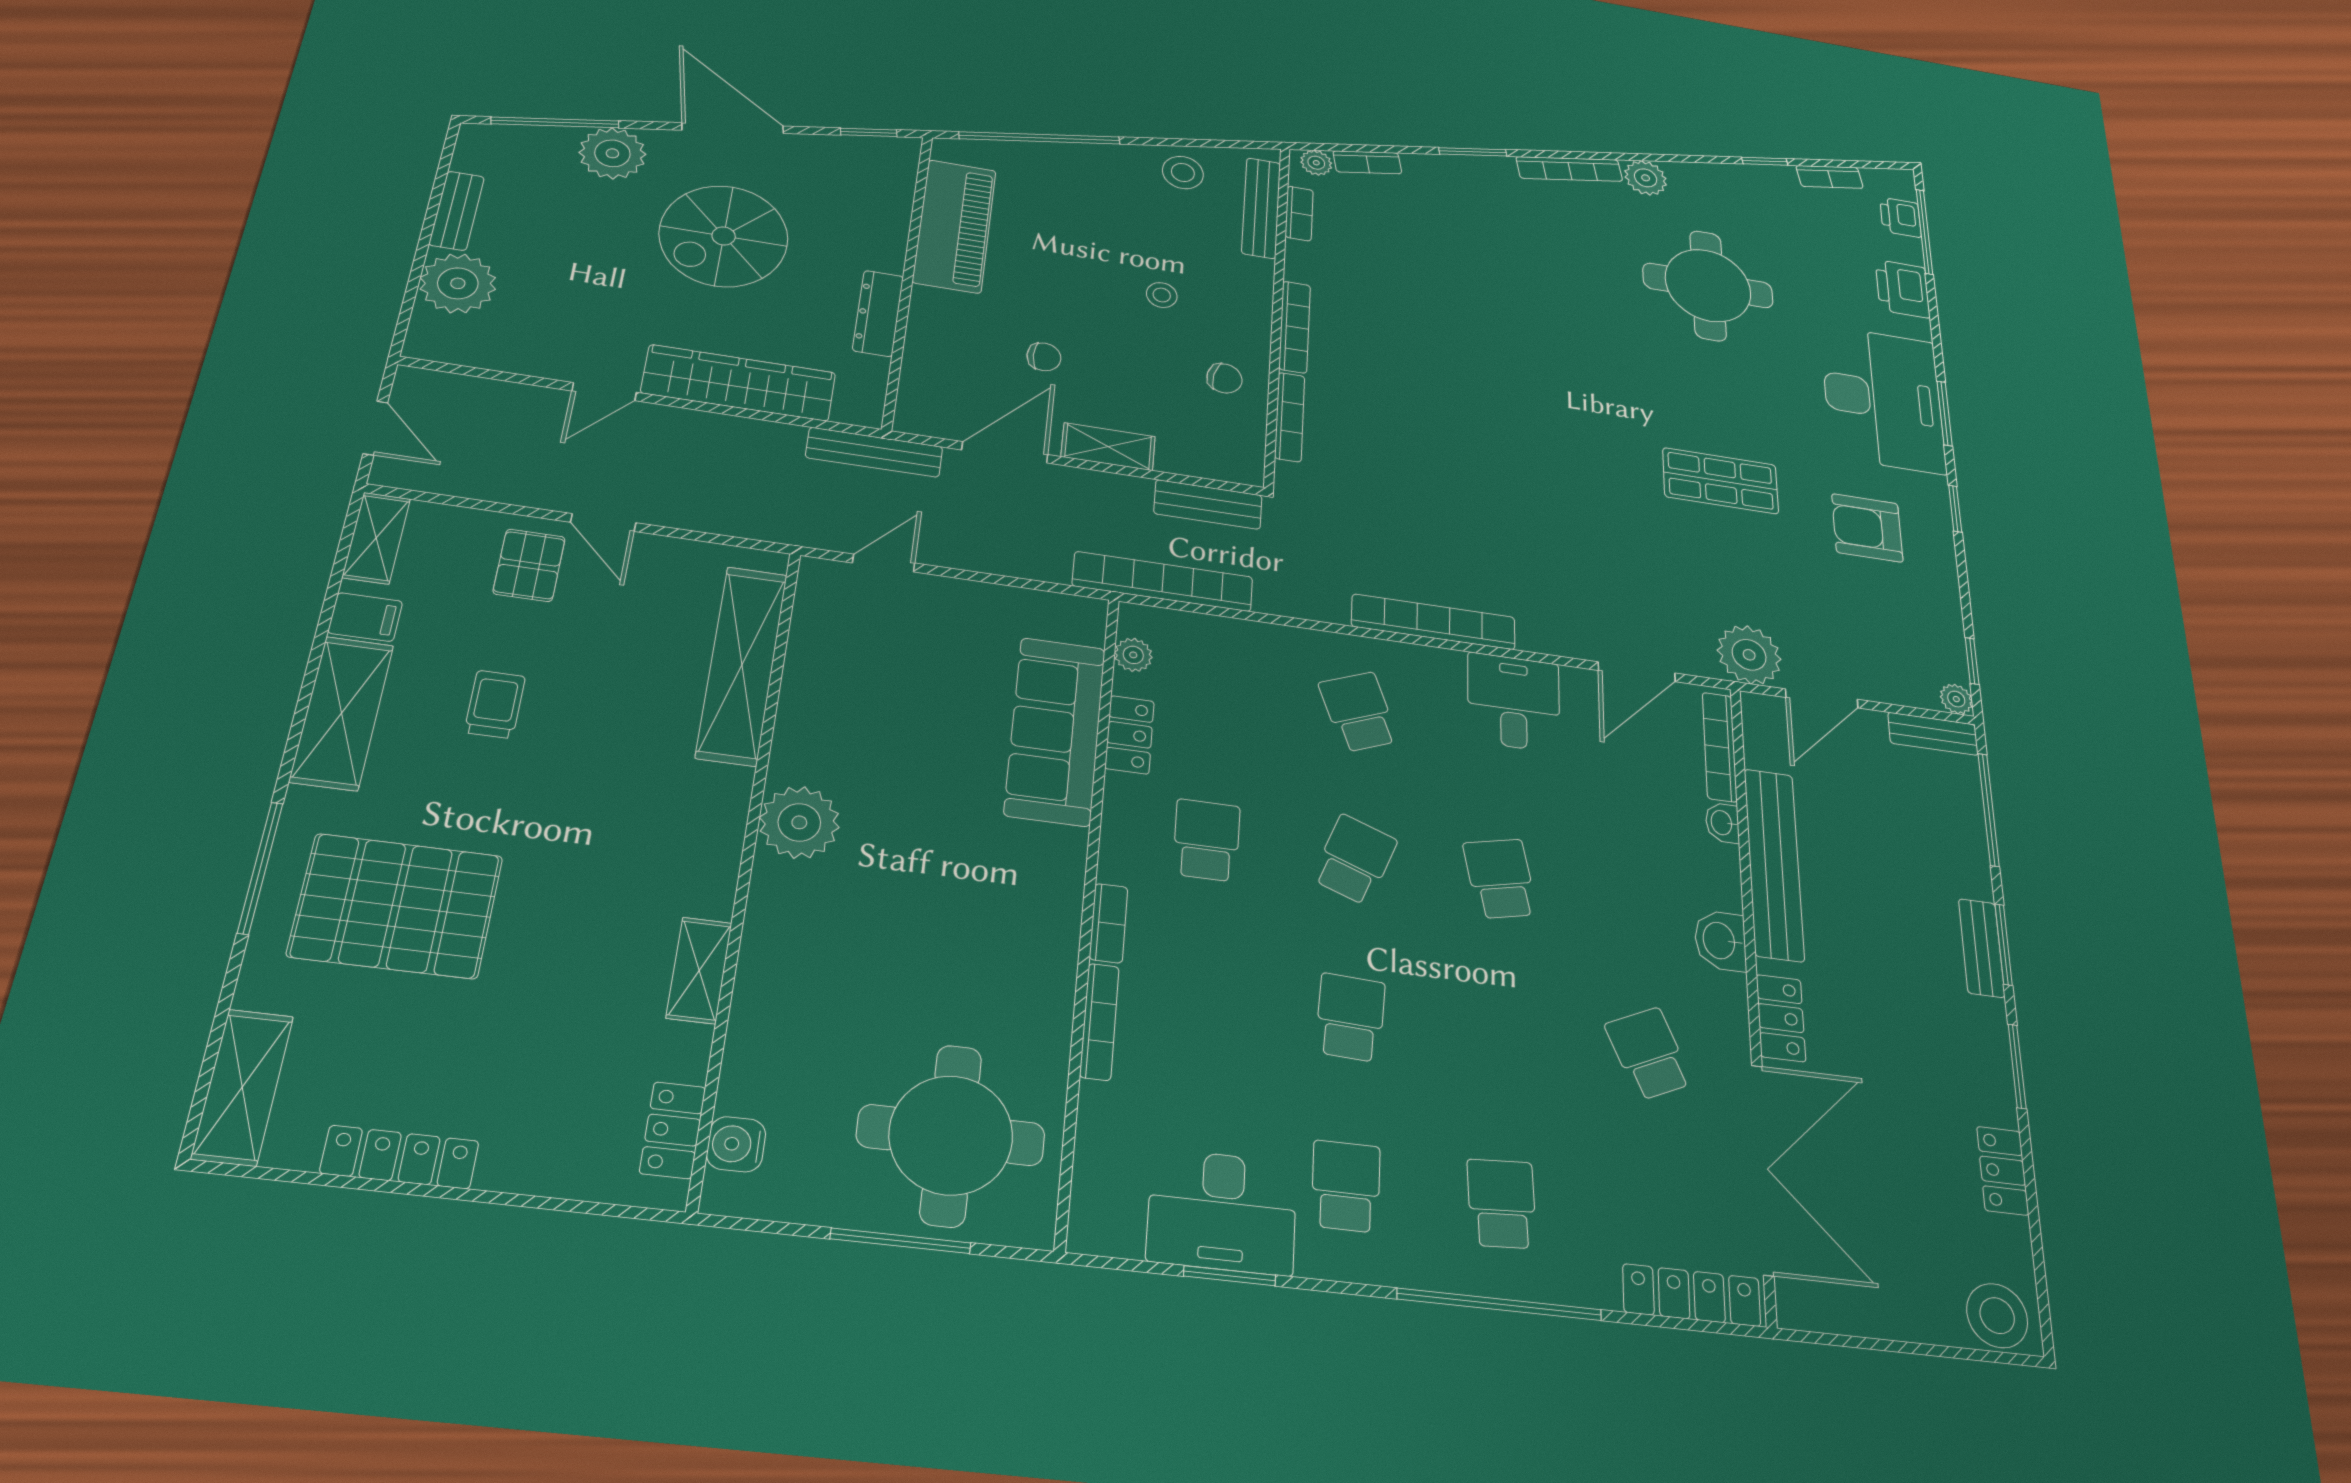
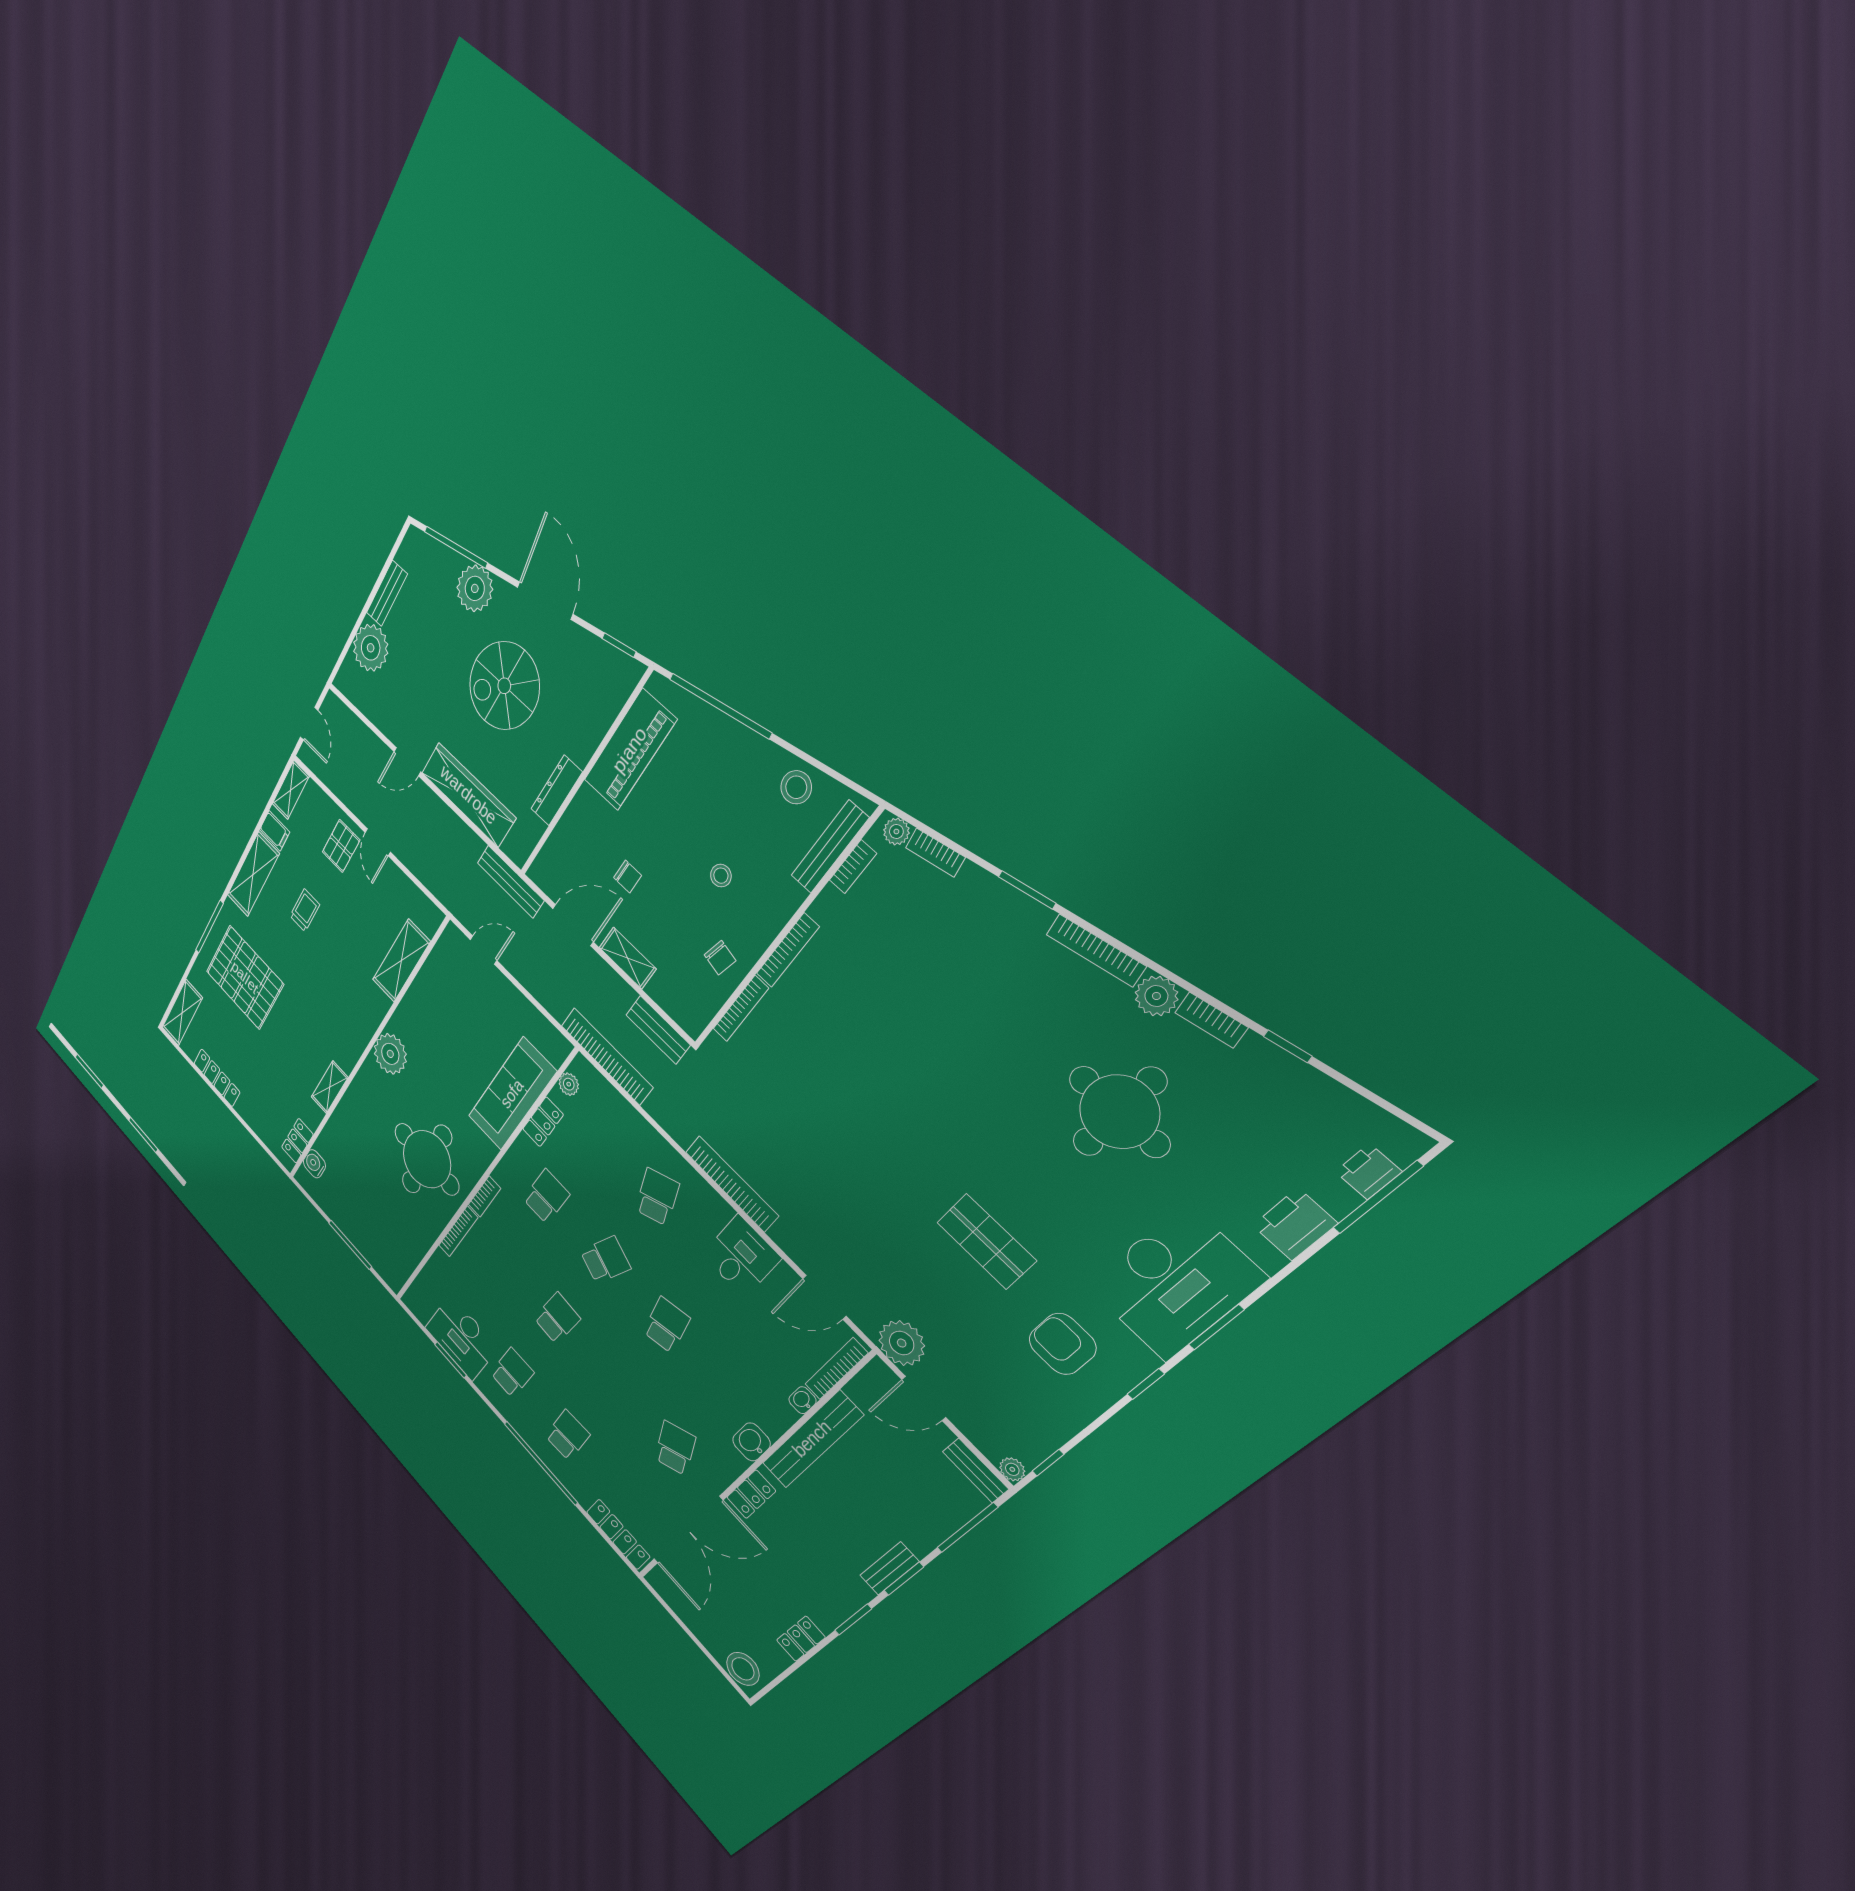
bookcase: (1830, 177) -> (1211, 1020), moved
shelving: (742, 665) -> (401, 961), width x0.68
round table: (951, 1135) -> (427, 1159), moved

